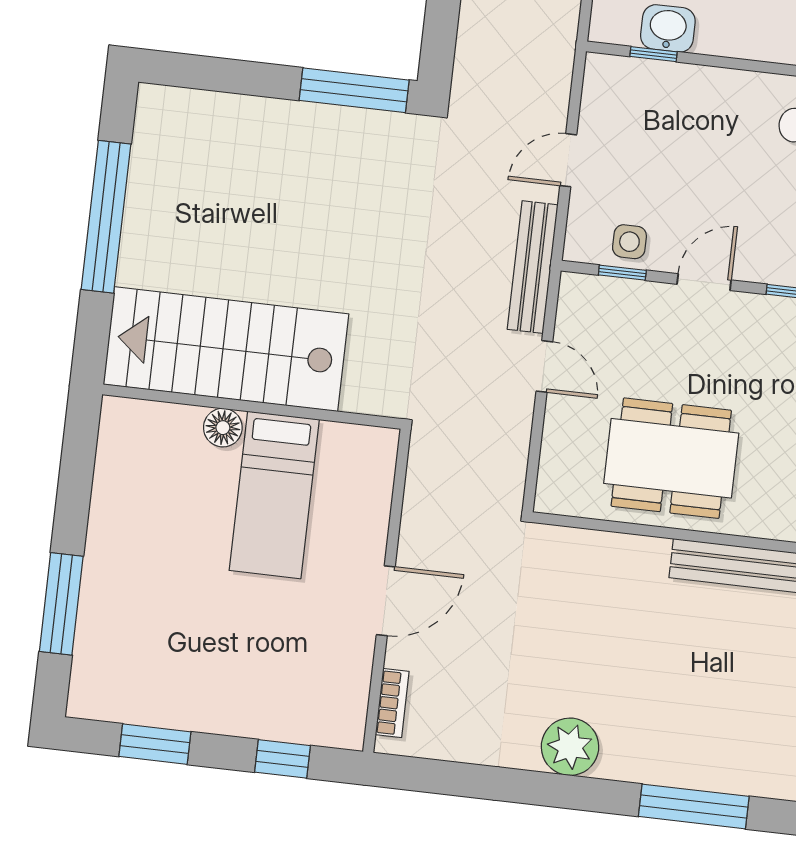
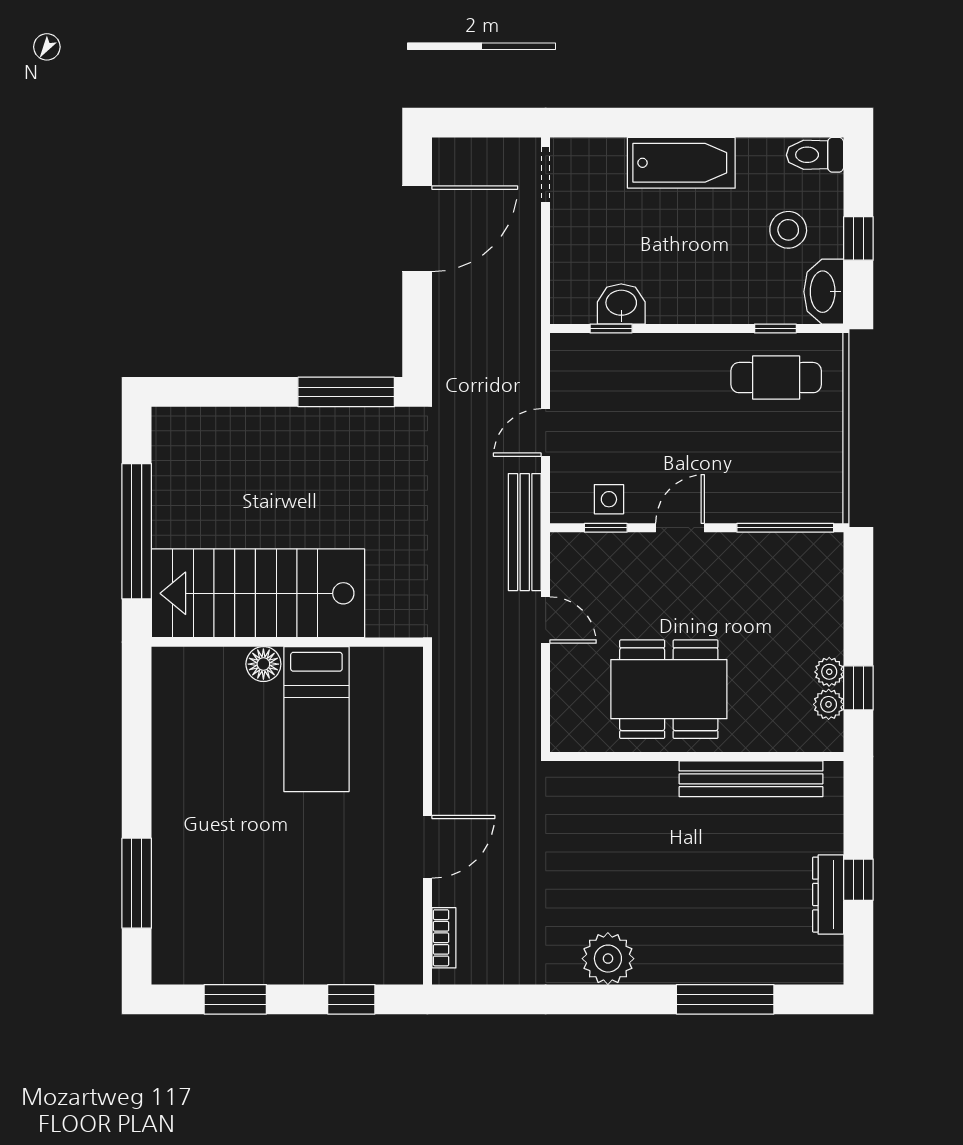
stairs: (226, 349) -> (258, 593), moved
wall: (252, 407) -> (287, 642), moved
floor lamp: (223, 428) -> (263, 664), moved
bed: (274, 495) -> (316, 719), moved

